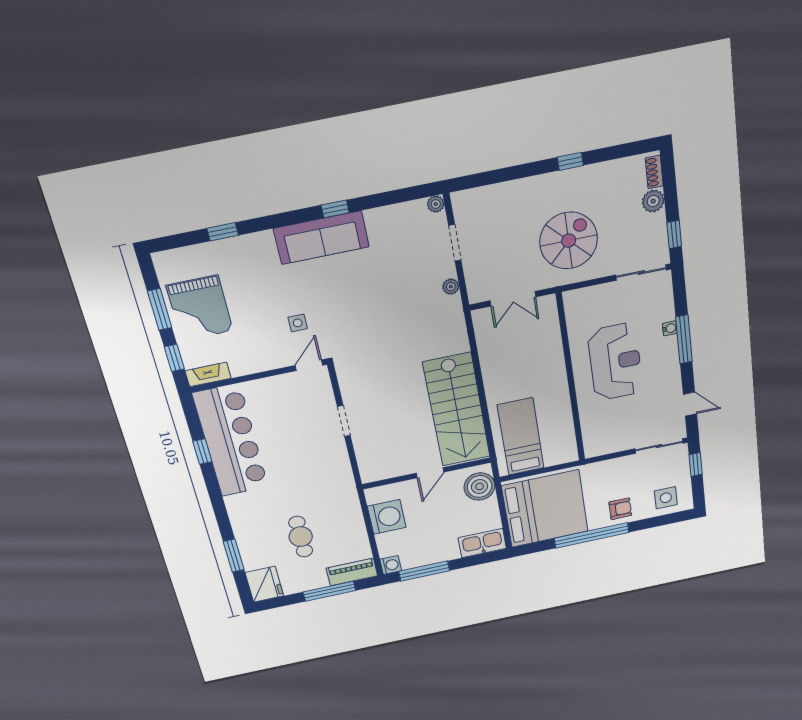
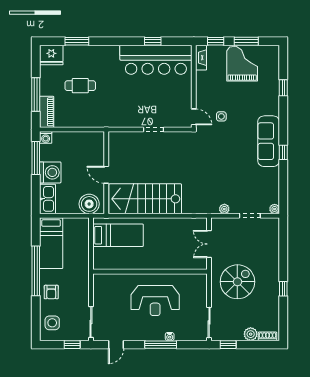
spiral stairs: (569, 241) -> (237, 282), turned -90
grand piano: (200, 308) -> (242, 64), turned 90
bed: (545, 509) -> (51, 243), width x0.49
washing machine: (387, 517) -> (50, 172), moved, turned -90

